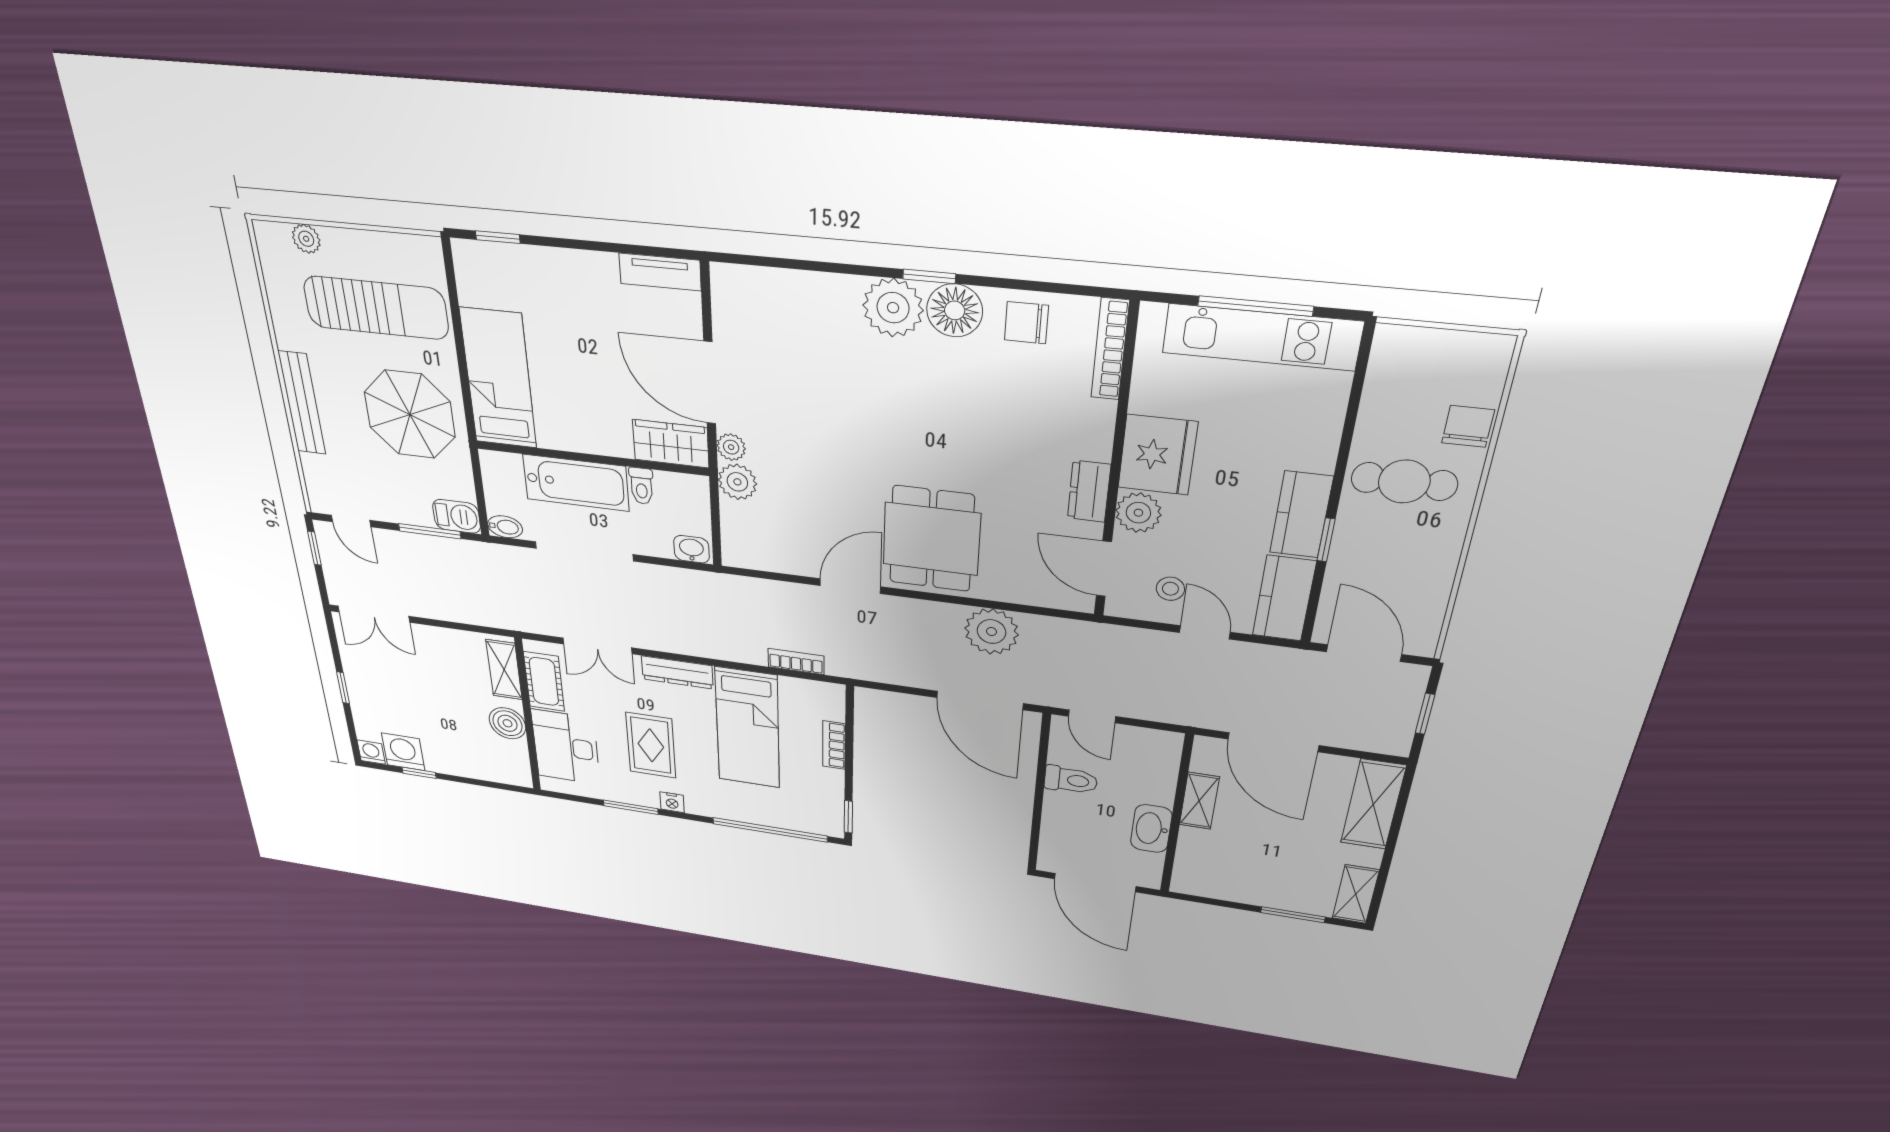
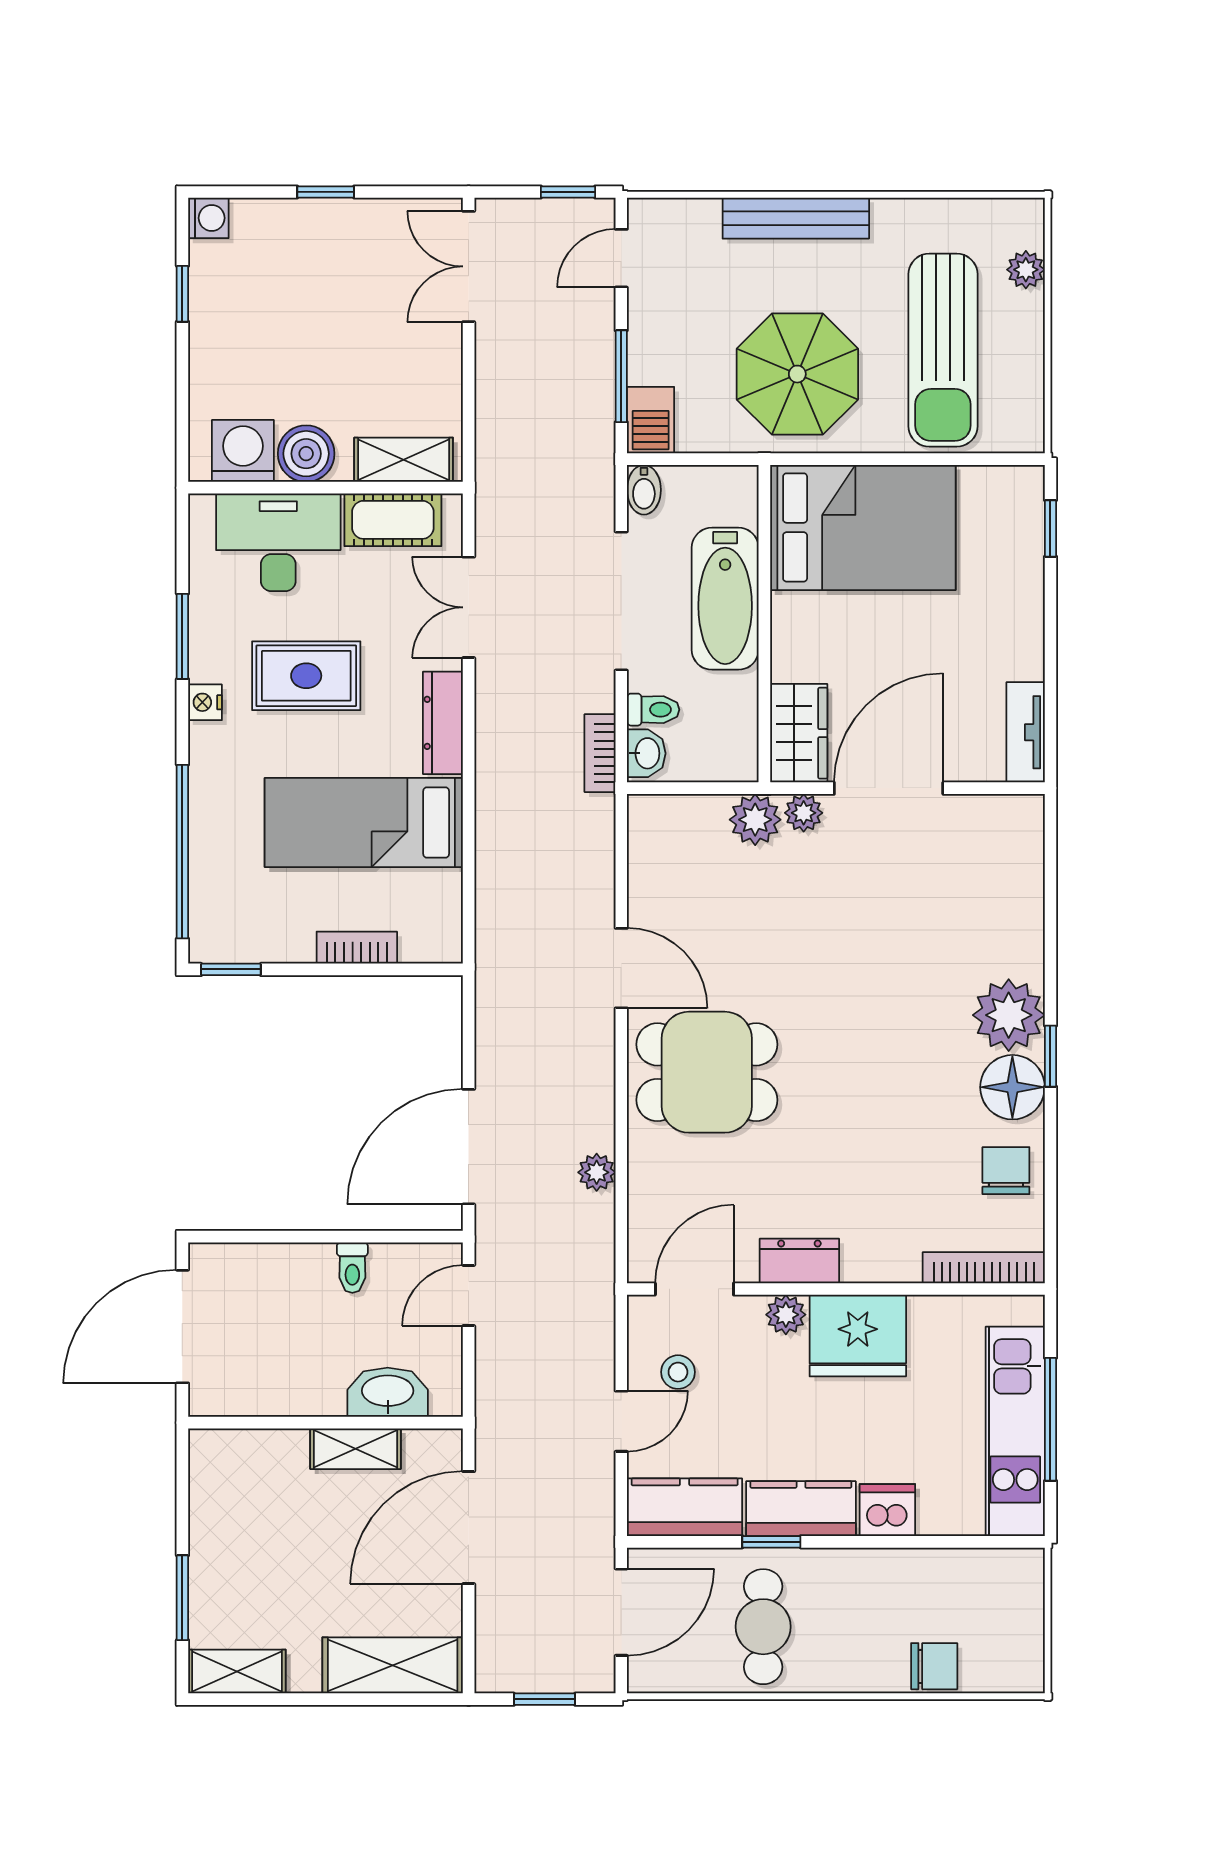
bed: (498, 379) -> (863, 527), width x1.50
dishwasher: (1315, 449) -> (887, 1510), added
cafe table: (1404, 482) -> (763, 1627), moved
toilet: (641, 486) -> (653, 710), moved, turned 180
plant: (1138, 513) -> (786, 1315), width x0.73, depth x0.73
plant: (992, 632) -> (597, 1172), width x0.53, depth x0.53
bookcase: (796, 661) -> (600, 753), moved, turned 180
washing machine: (403, 752) -> (243, 451), moved, turned -90
toilet: (1071, 780) -> (352, 1268), width x0.73, depth x0.72
washbasin: (1151, 829) -> (388, 1392), moved

